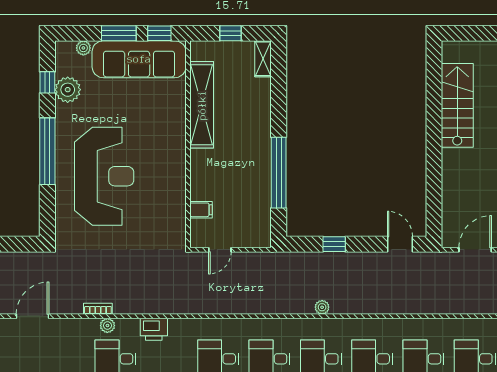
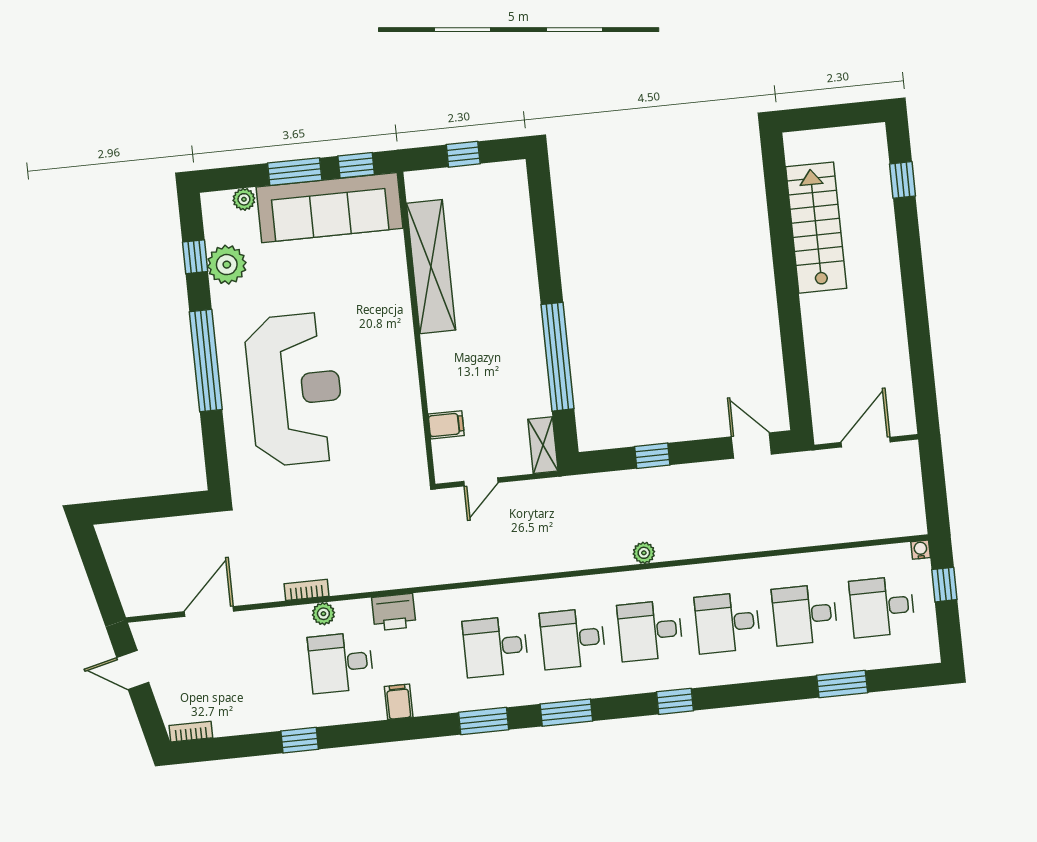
shelving: (263, 59) -> (543, 445), moved

